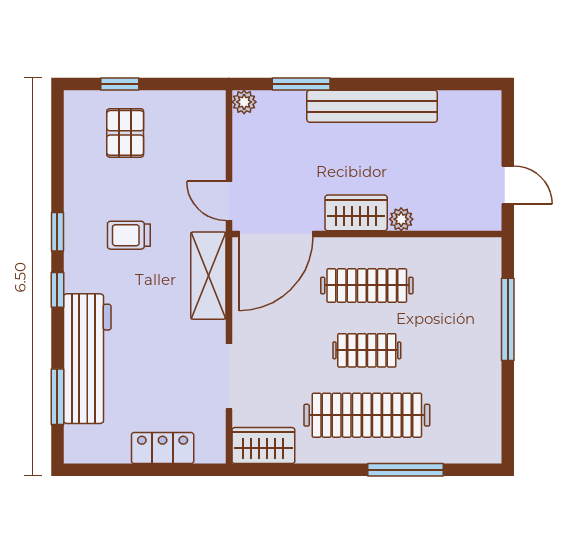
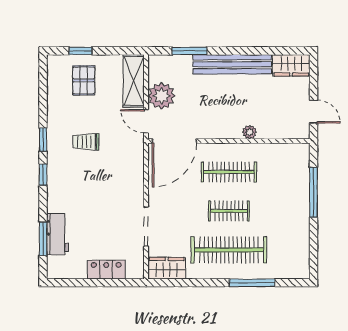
plant: (244, 102) -> (161, 96), moved, width x1.87, depth x1.87
wardrobe: (356, 213) -> (291, 65), moved, turned 180
shelving: (208, 276) -> (134, 81), moved
workbench: (87, 359) -> (57, 234), width x0.53, depth x0.76

